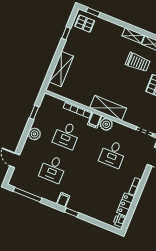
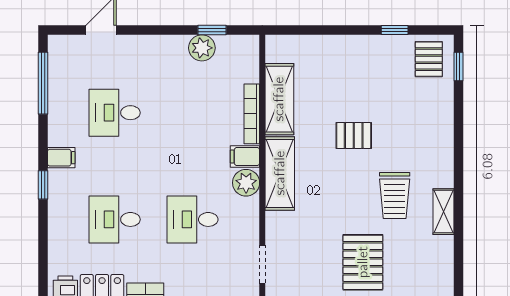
shelving: (133, 35) -> (444, 165), removed
shelving: (61, 69) -> (279, 99), moved, turned 90
pallet: (105, 69) -> (354, 135), added
plant: (34, 134) -> (202, 48), moved
desk: (67, 135) -> (115, 219), moved

